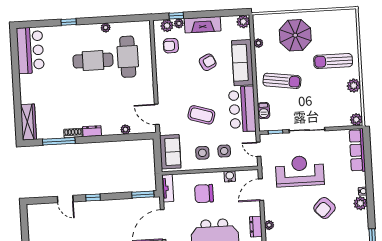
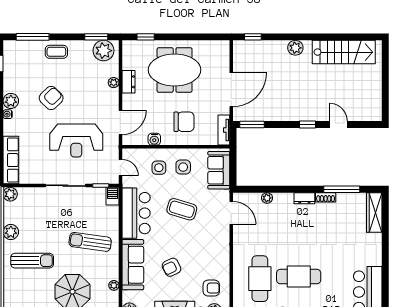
barbecue: (264, 111) -> (112, 196), moved

